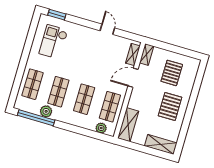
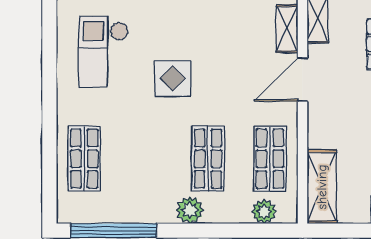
display table: (79, 61) -> (173, 78), added
shop shelf: (58, 92) -> (146, 159), removed
plant: (46, 111) -> (190, 210), moved

